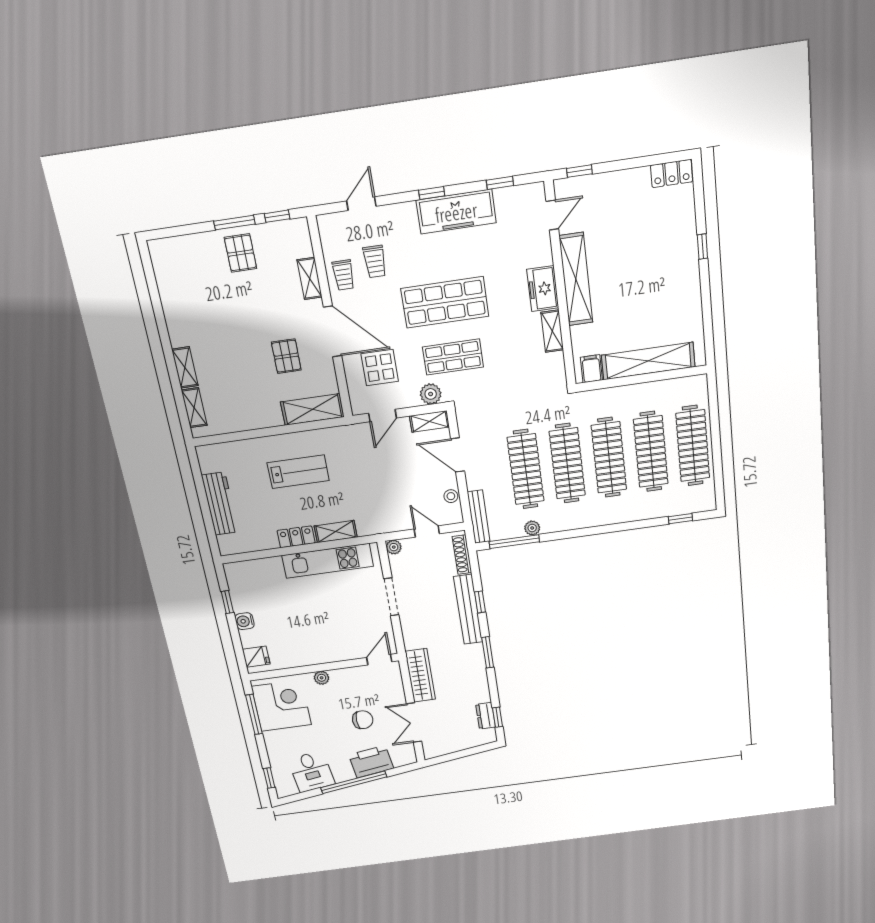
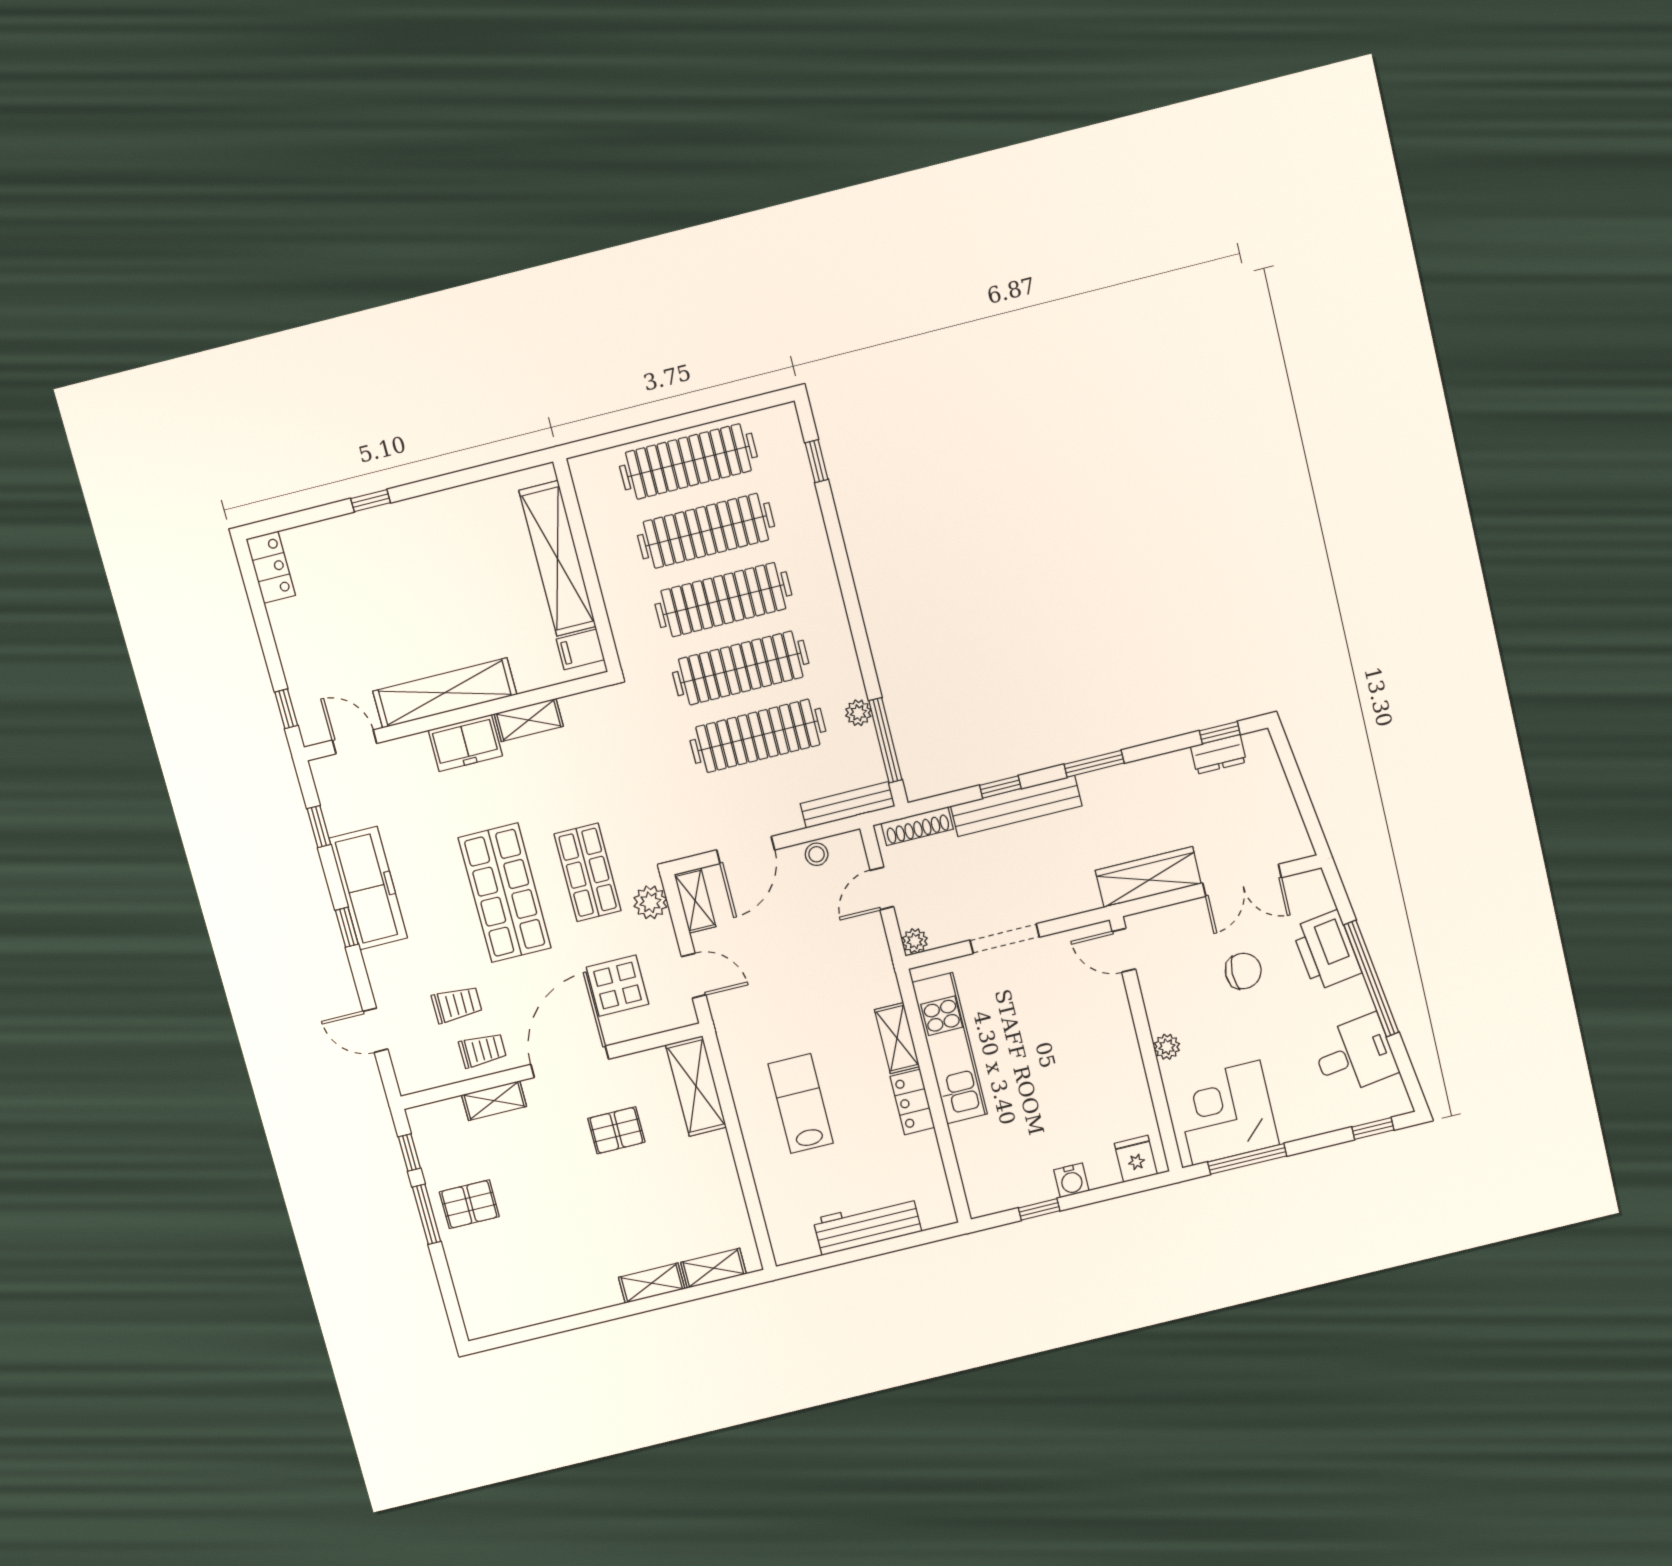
chair: (363, 720) -> (1243, 971), turned 90

